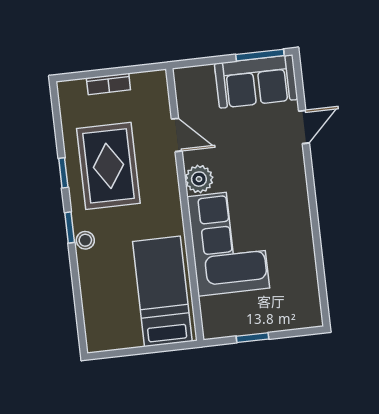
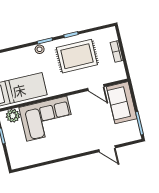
sofa: (256, 81) -> (122, 103), moved
door: (177, 135) -> (96, 88), hinge flipped
plant: (199, 179) -> (13, 116), moved

